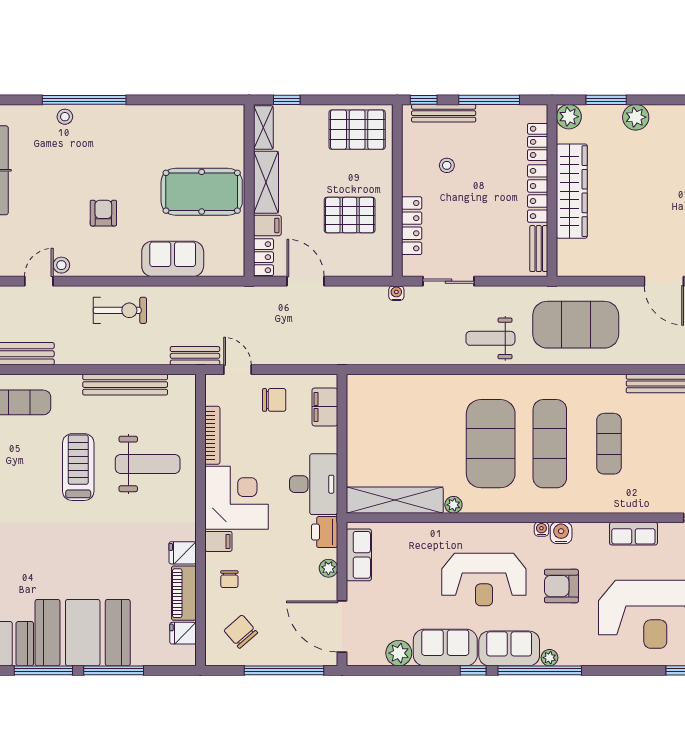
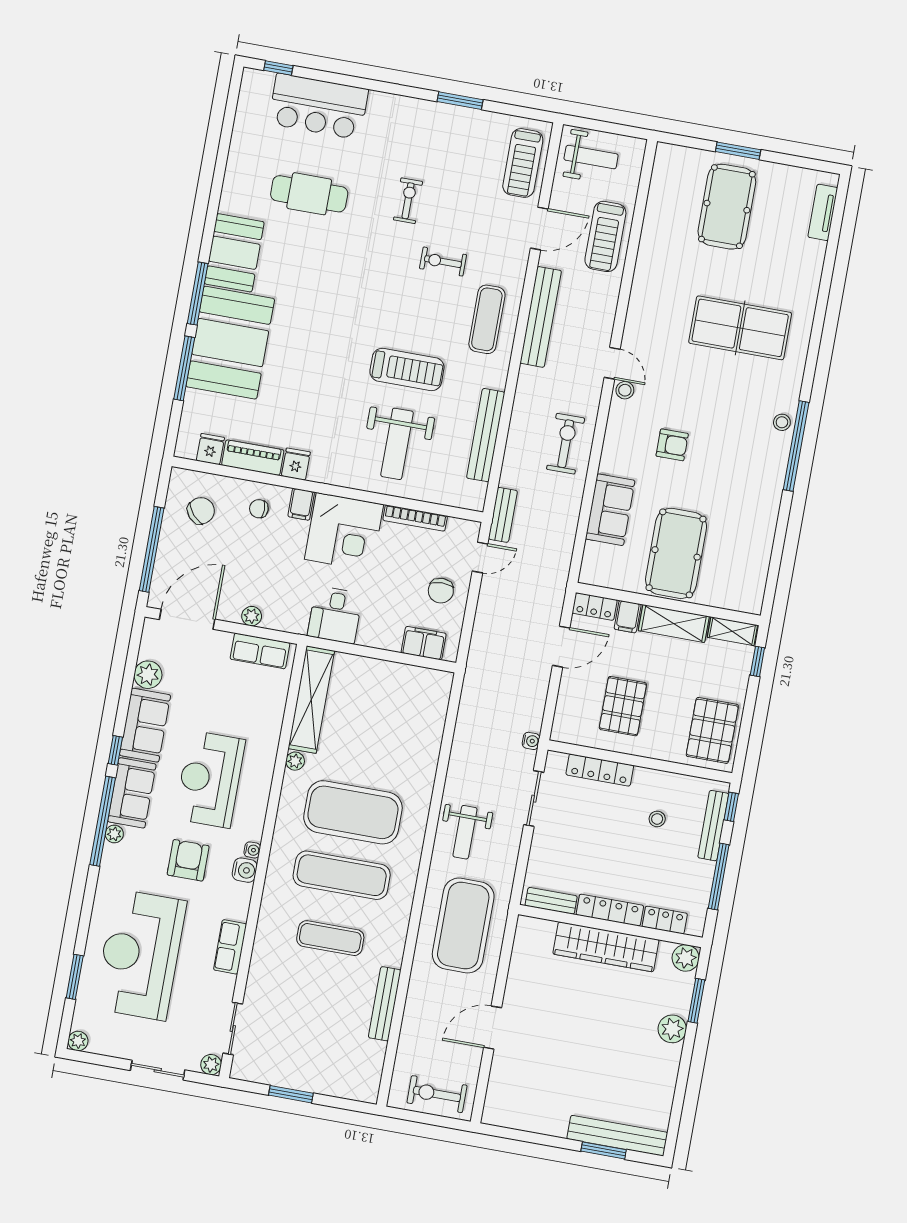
exercise bike: (120, 310) -> (566, 444), turned 180
weight bench: (490, 338) -> (465, 832), turned 180
desk: (314, 484) -> (335, 615), width x0.73
printer: (325, 532) -> (291, 619), removed

